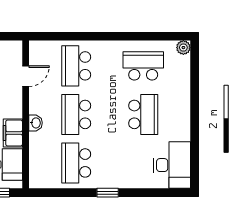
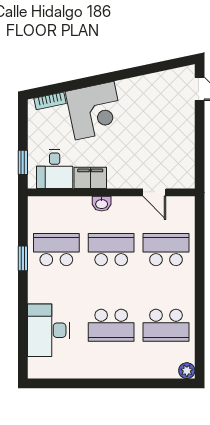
school desk: (143, 66) -> (166, 325), turned 90
desk: (172, 165) -> (48, 330), moved, turned 90
window: (108, 193) -> (23, 258), moved

